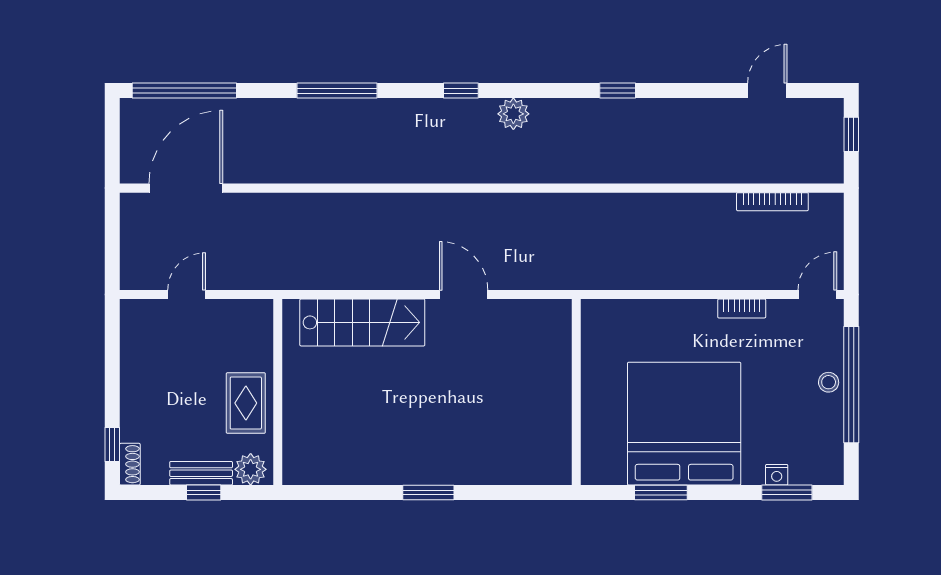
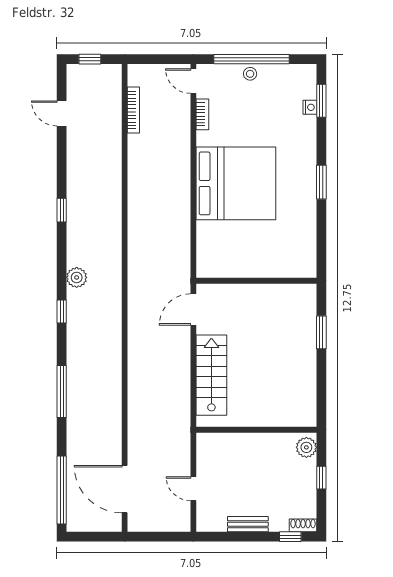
bookcase: (742, 308) -> (202, 114), moved
wall: (576, 392) -> (256, 281), moved
rug: (246, 403) -> (264, 450), removed
bed: (684, 424) -> (236, 183), moved, turned 180
bench: (201, 473) -> (248, 524), moved, turned 90

